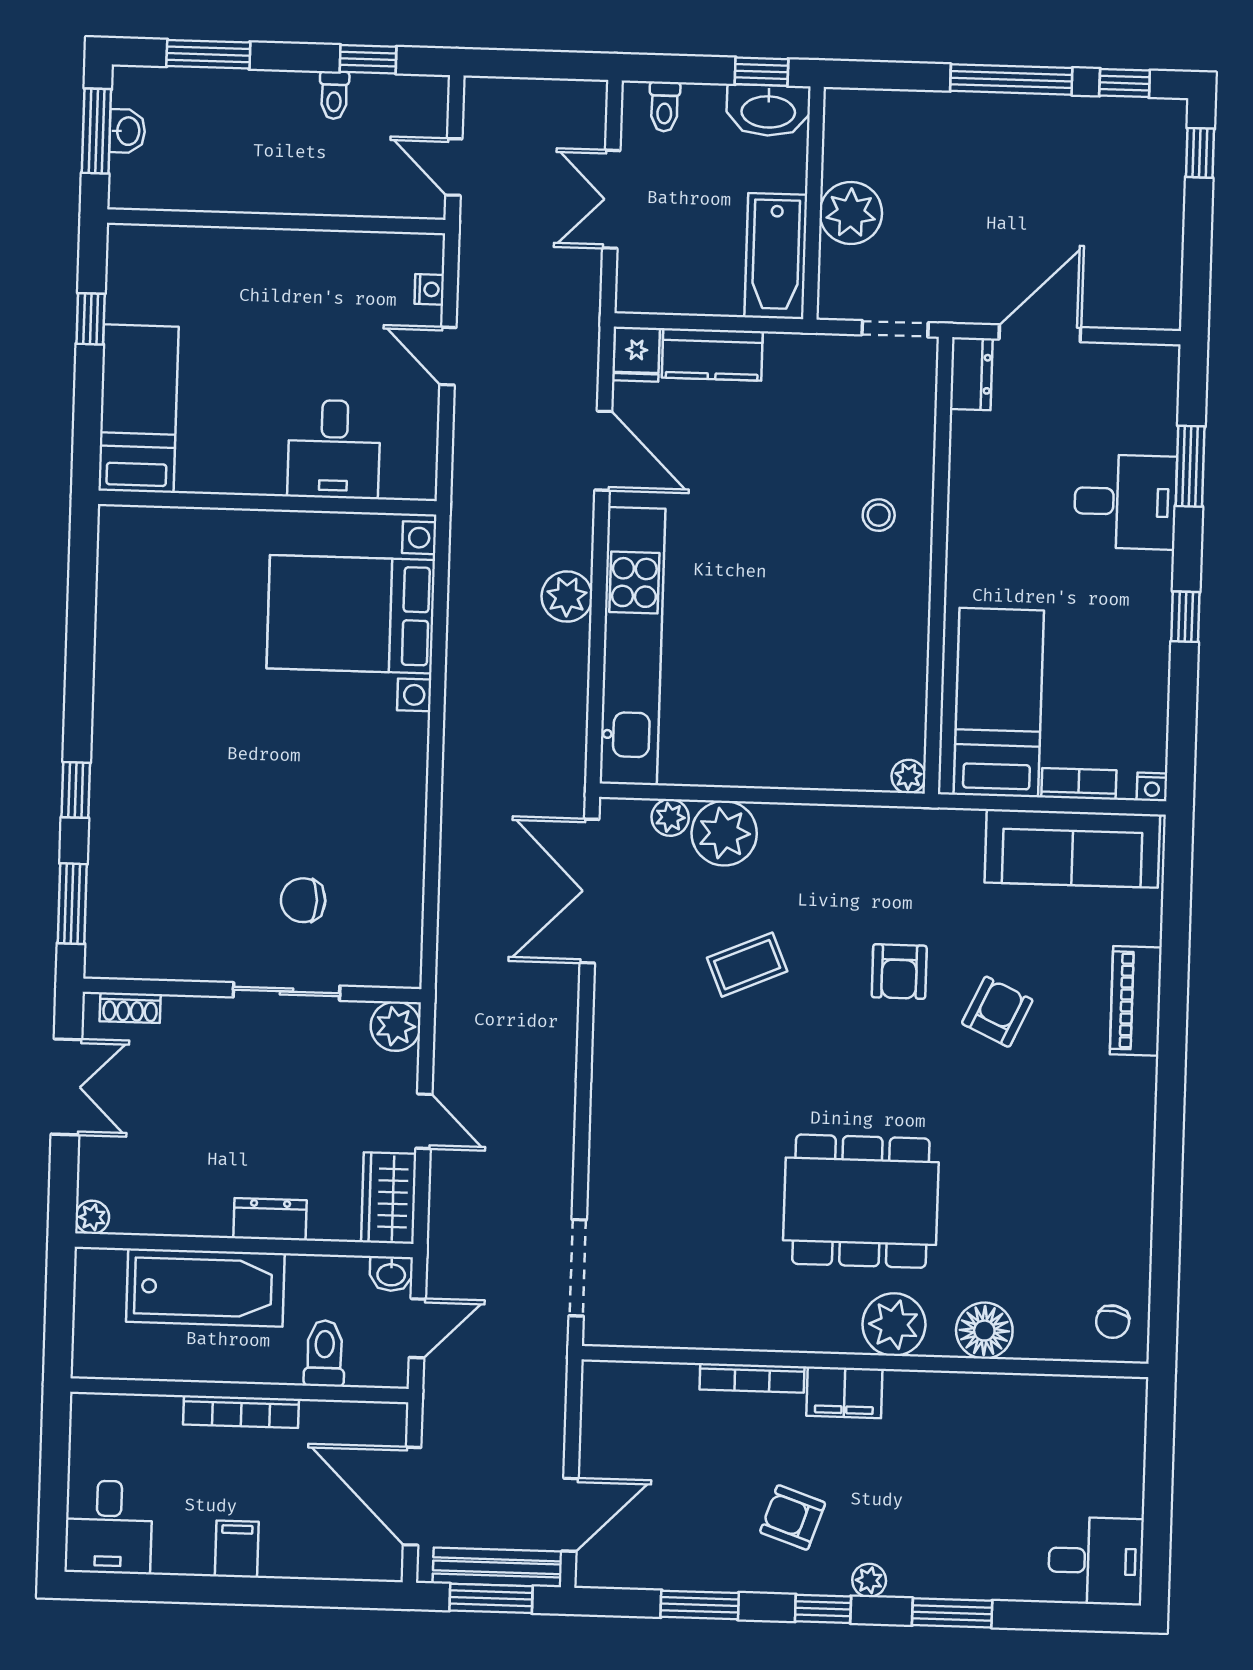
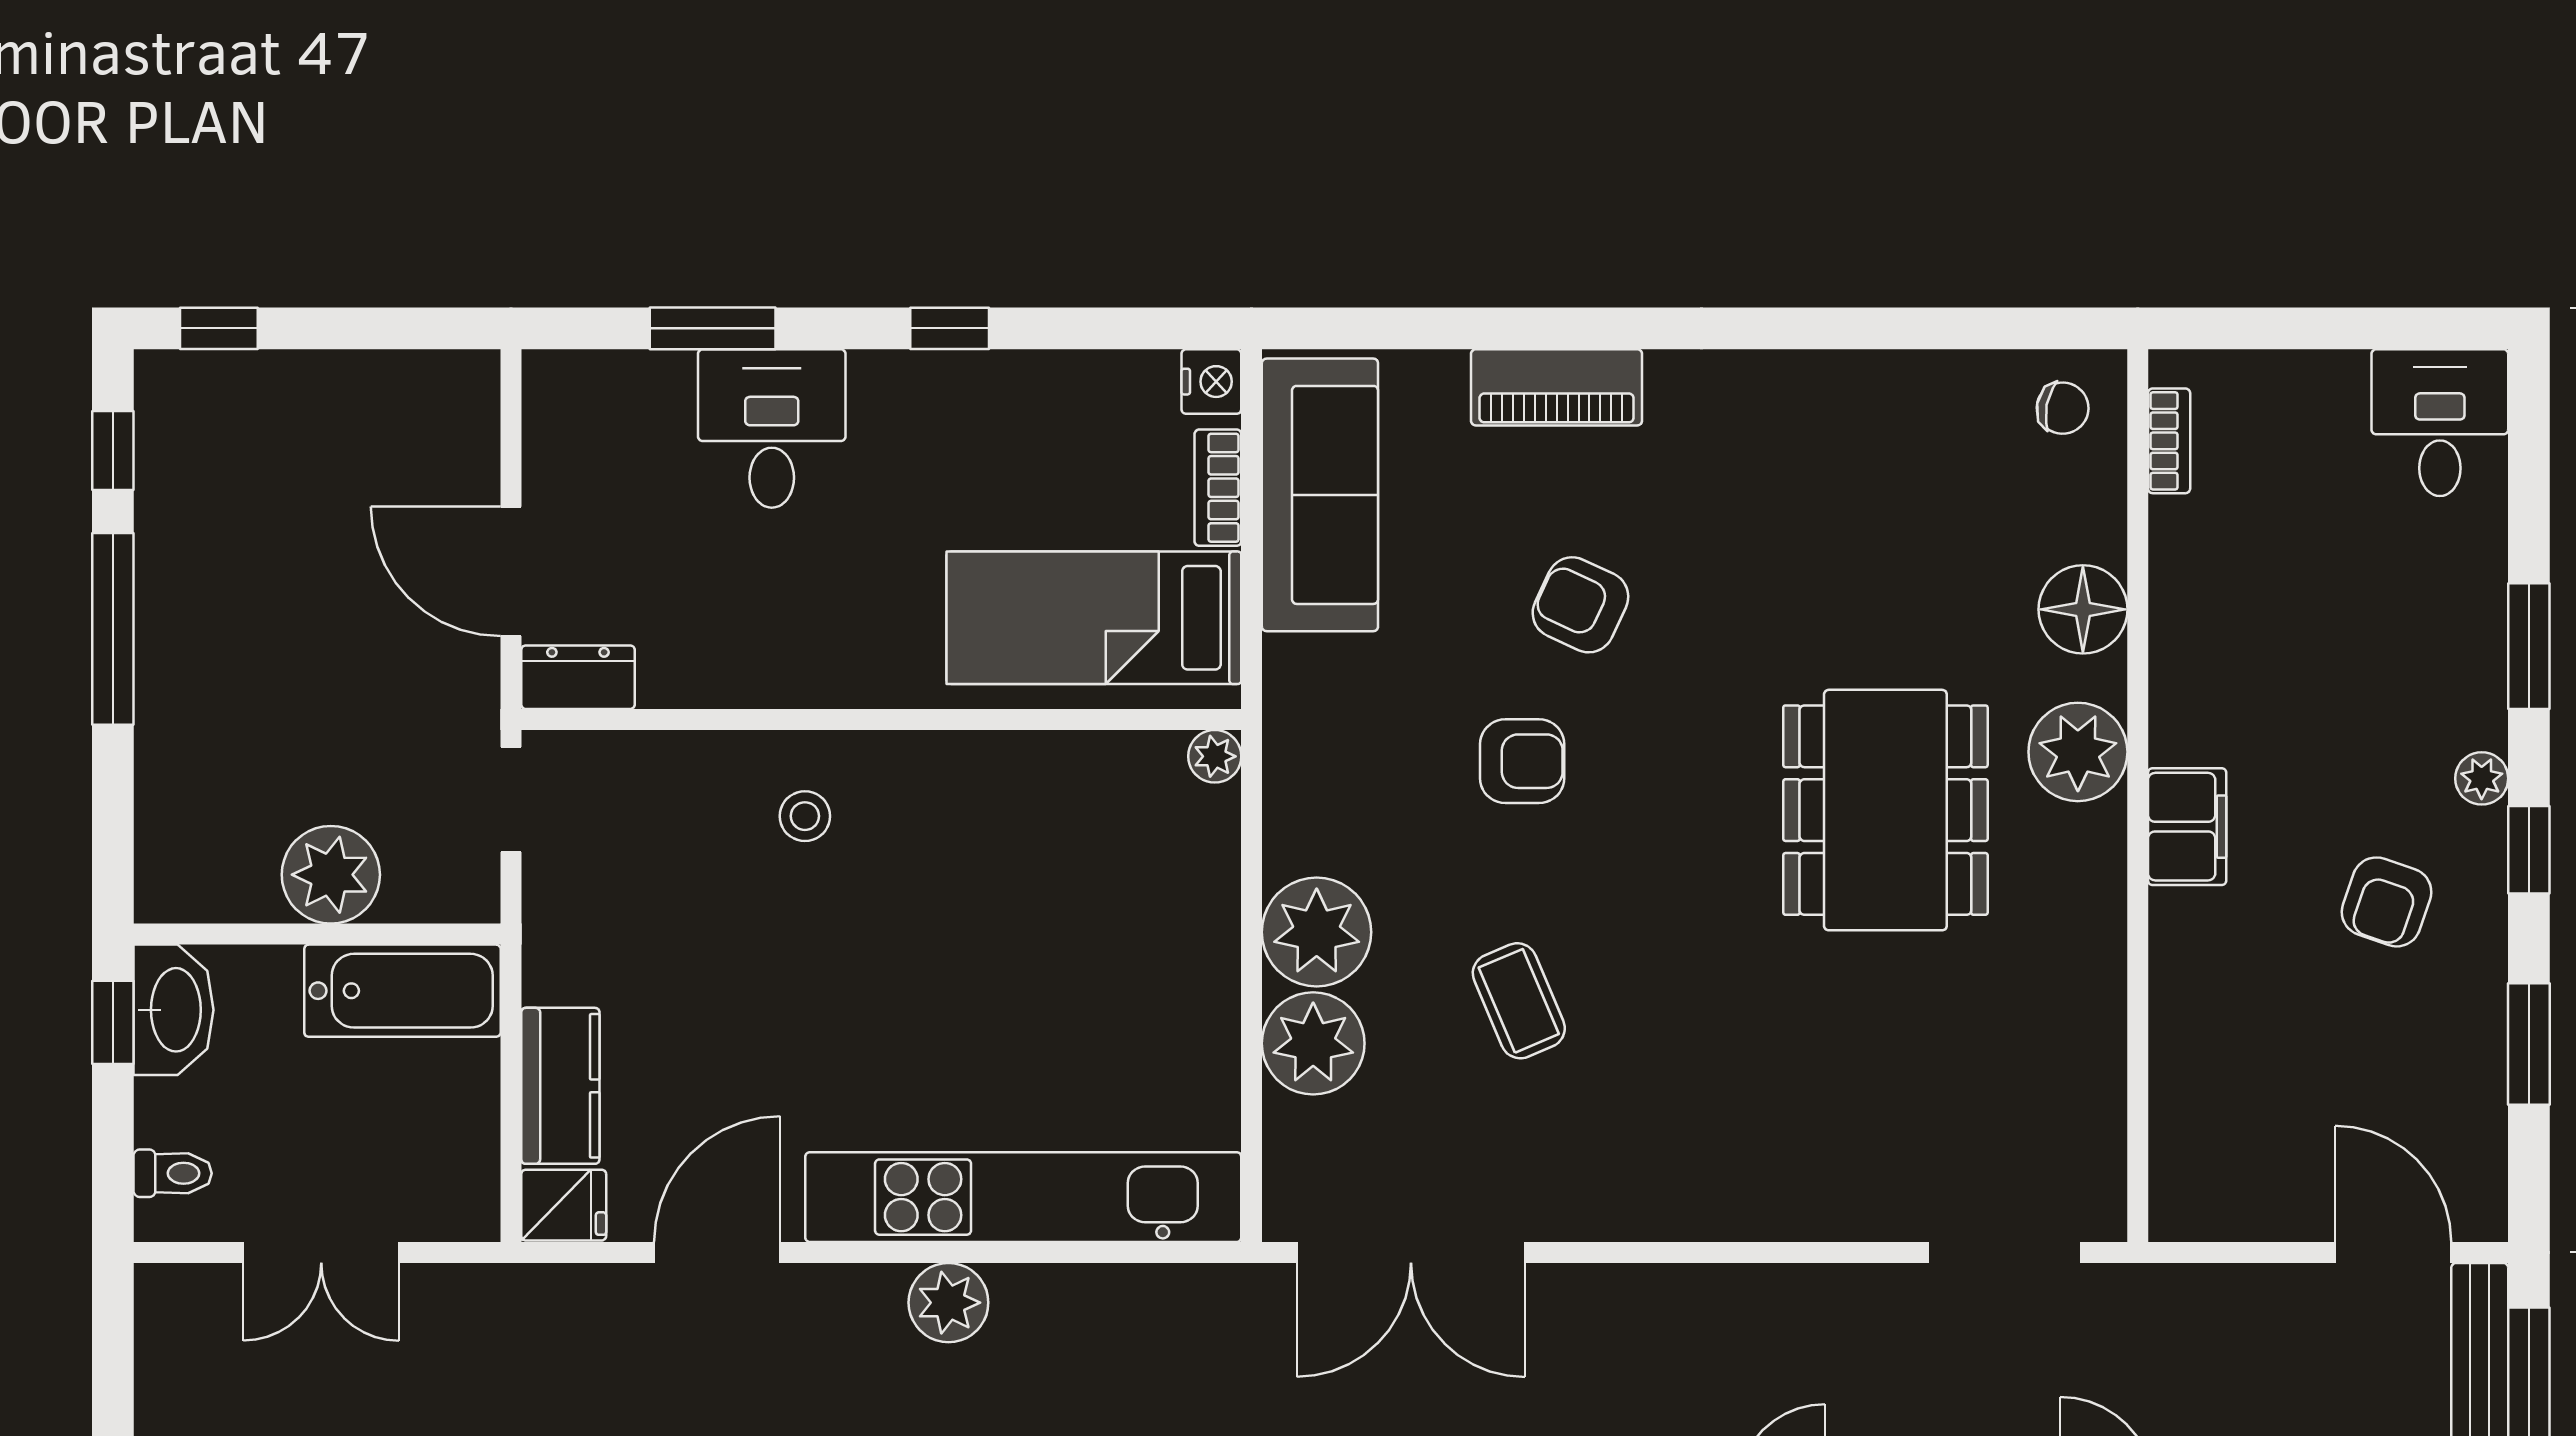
nightstand: (1152, 787) -> (1211, 382), width x1.39, depth x1.35
plant: (670, 817) -> (1317, 932), moved, width x1.88, depth x1.88
bookcase: (752, 1378) -> (2169, 441), moved, width x0.64

